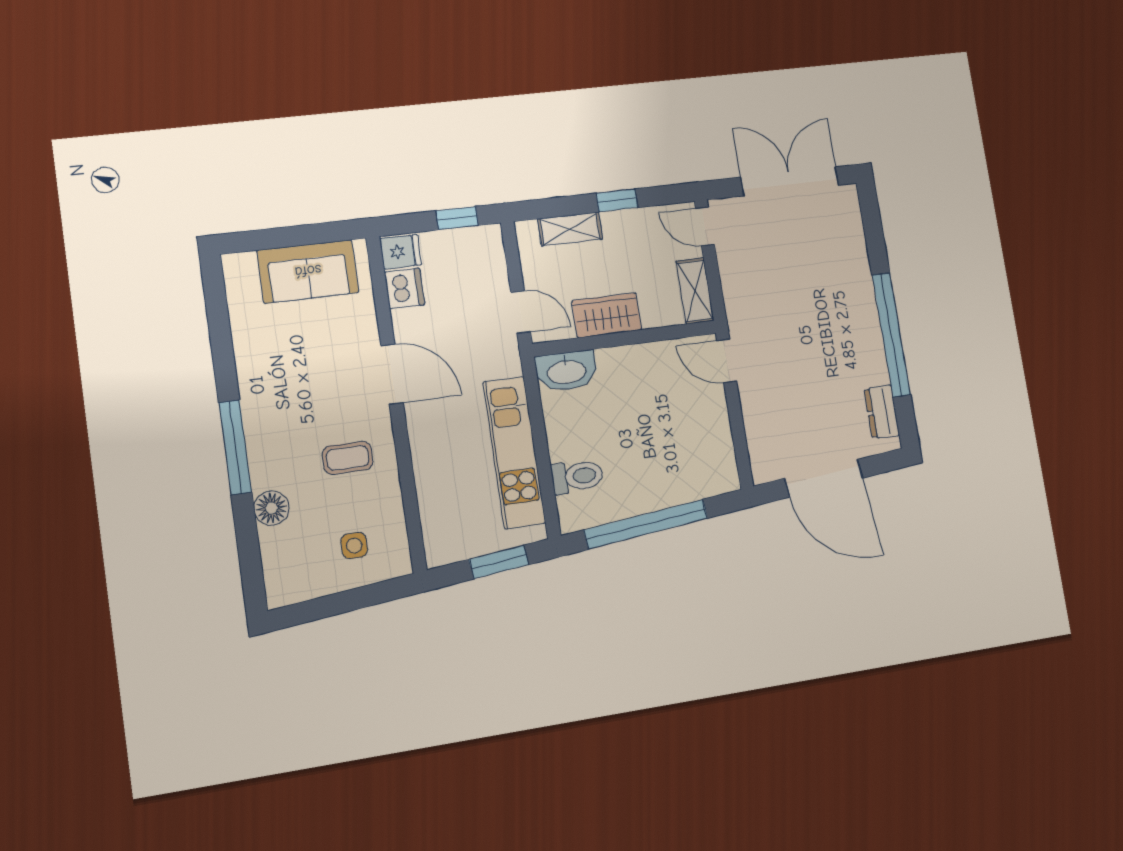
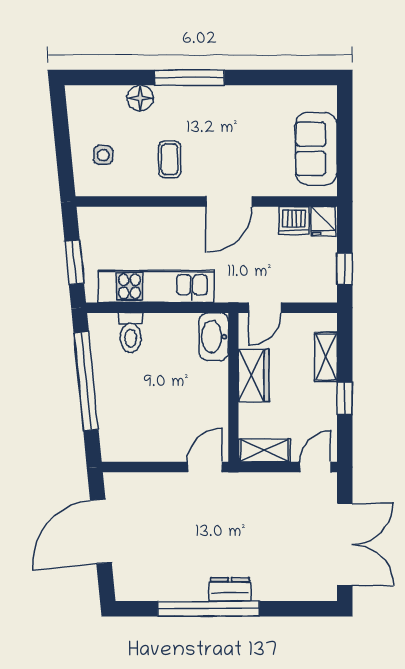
dresser: (882, 412) -> (230, 589), moved

